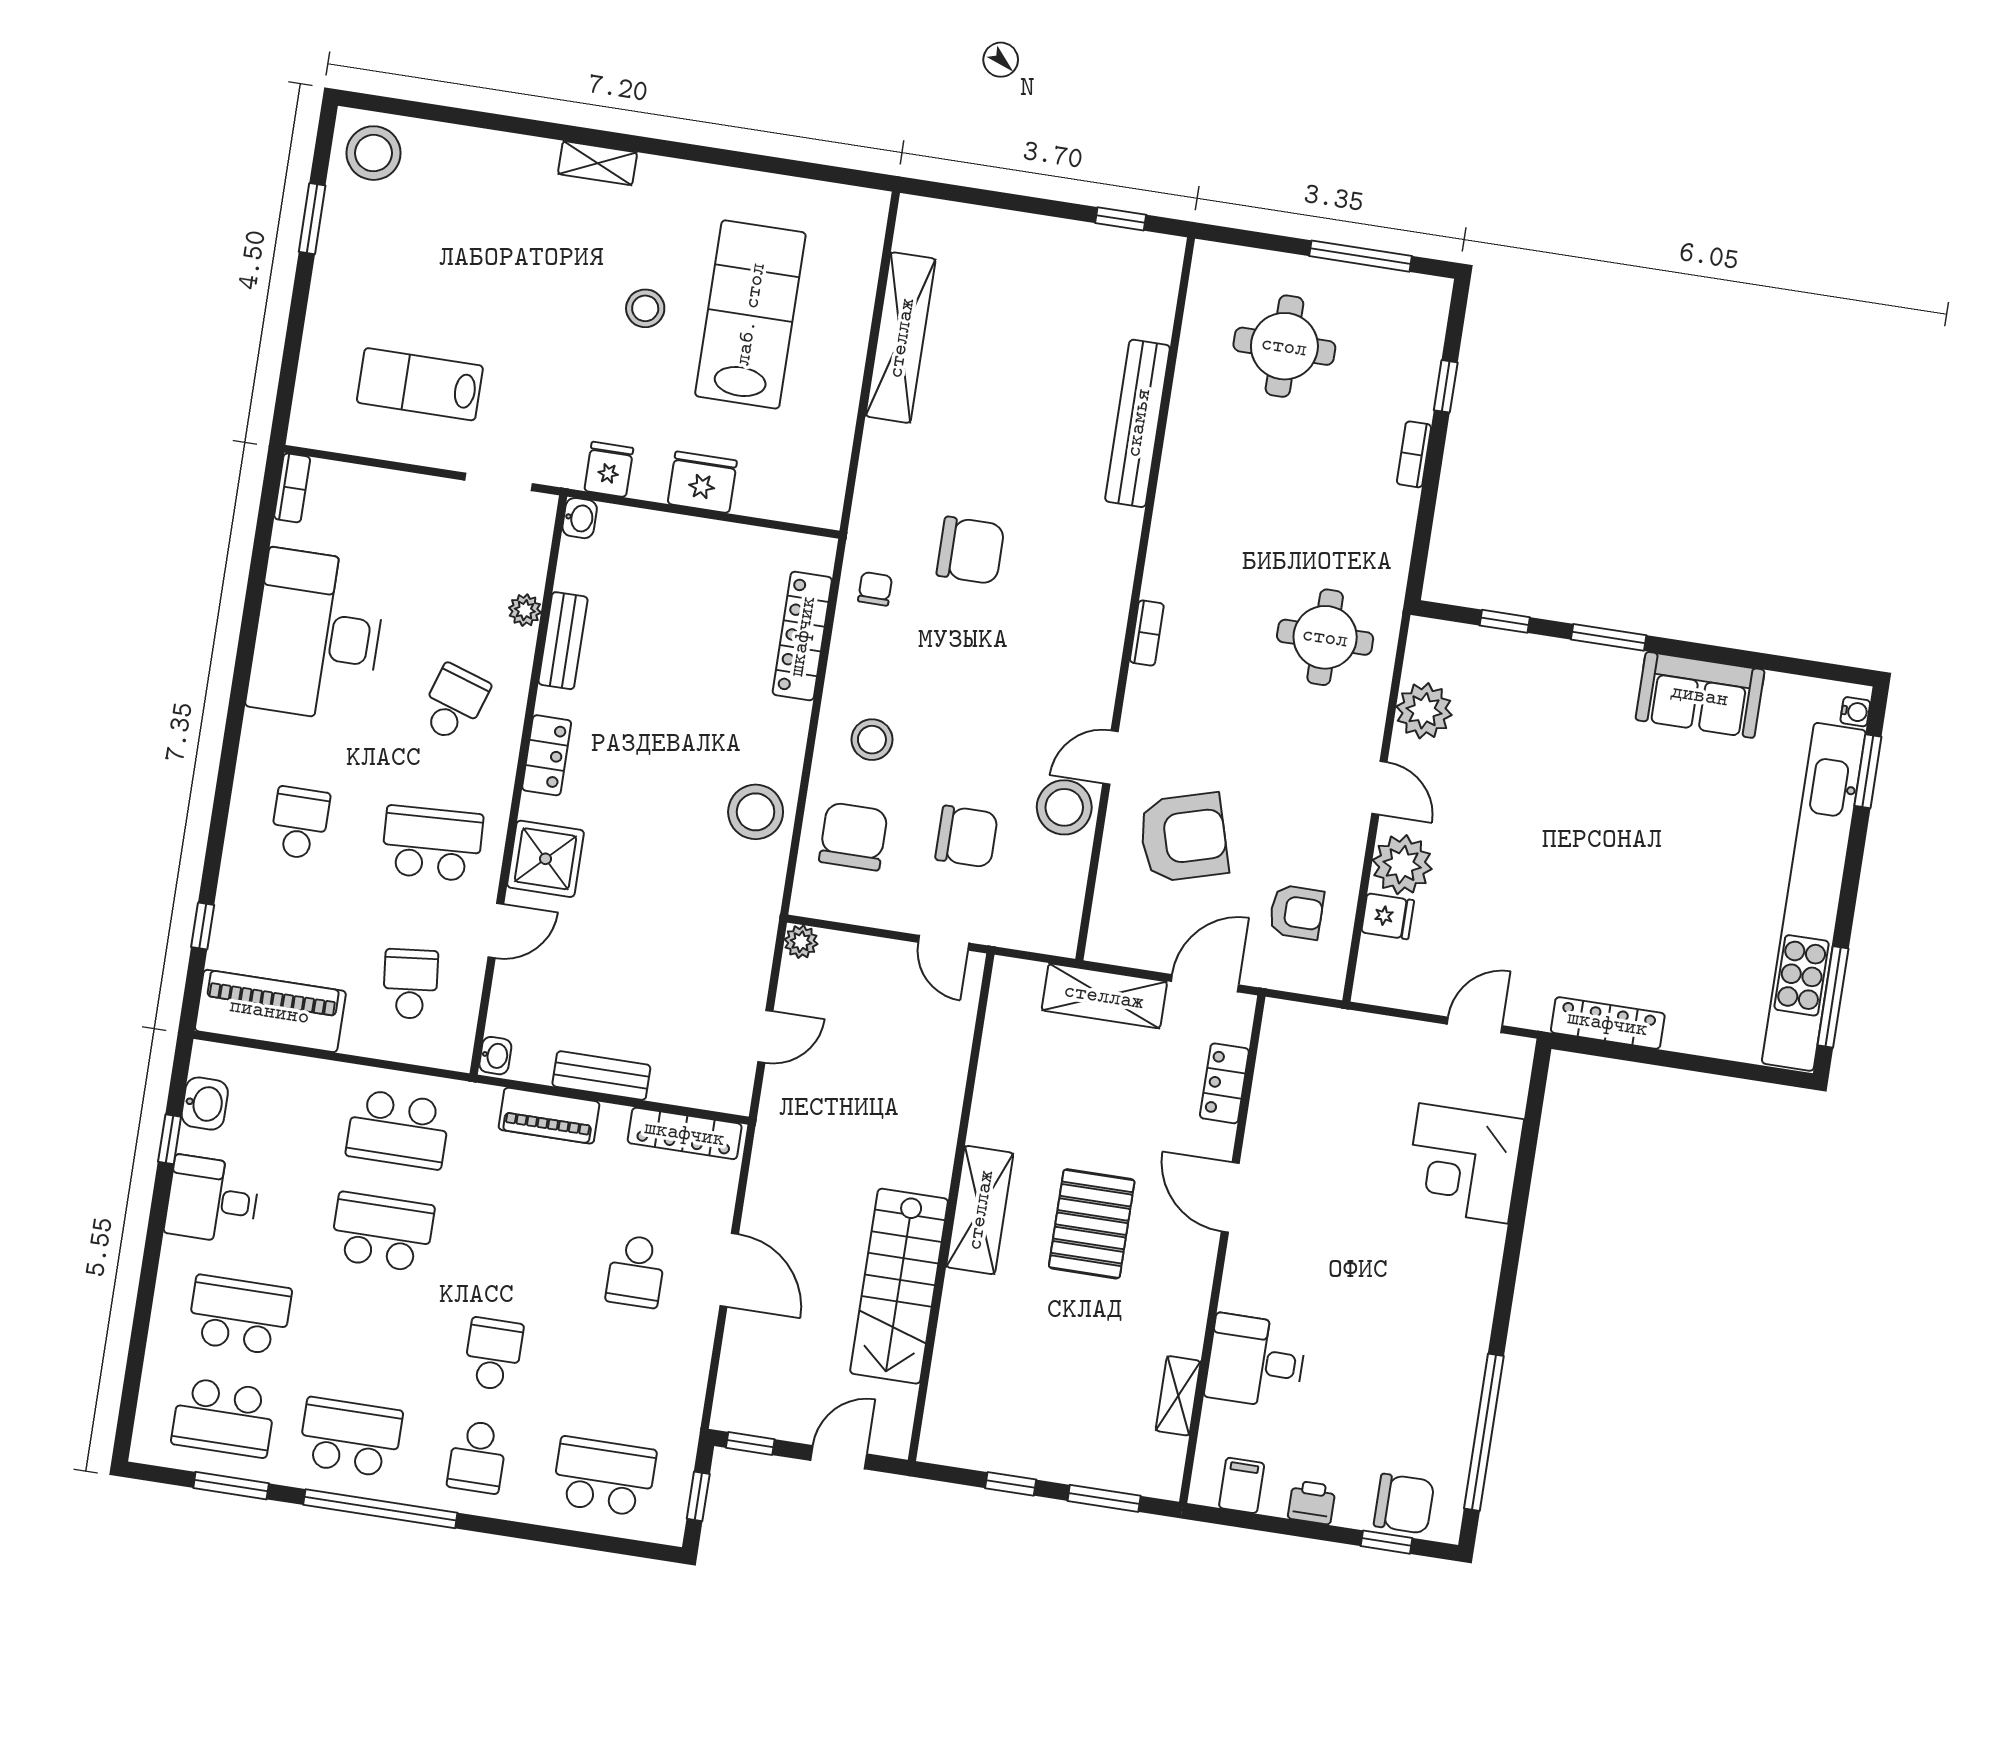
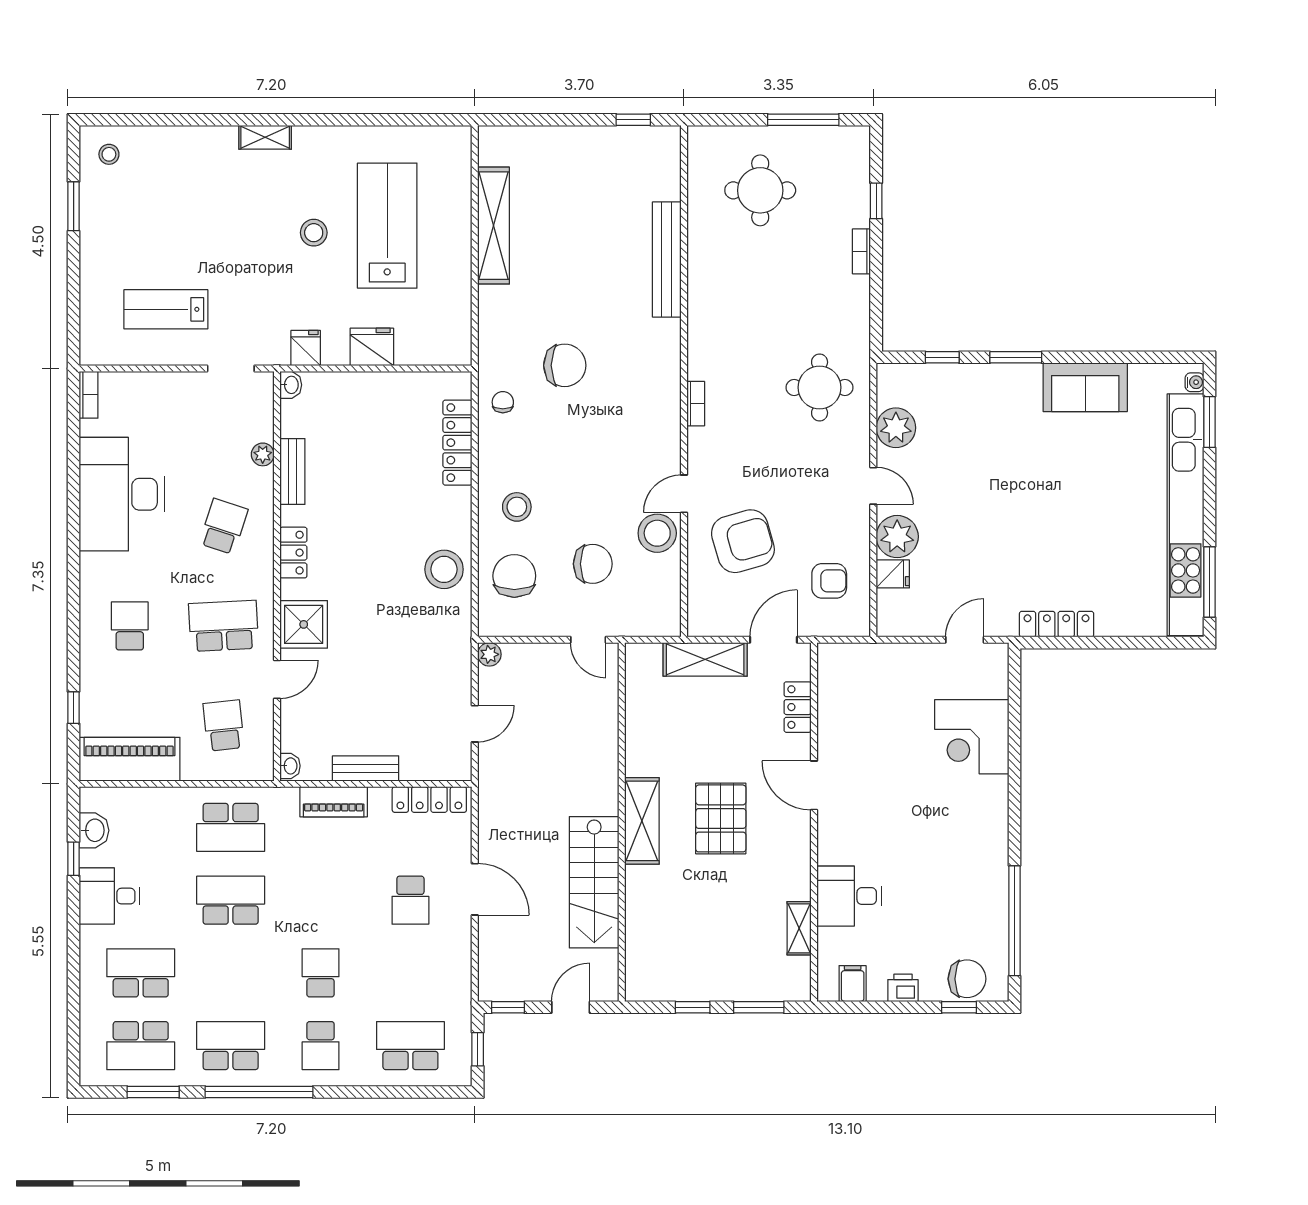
stool: (373, 153) -> (109, 154), width x0.53, depth x0.53

